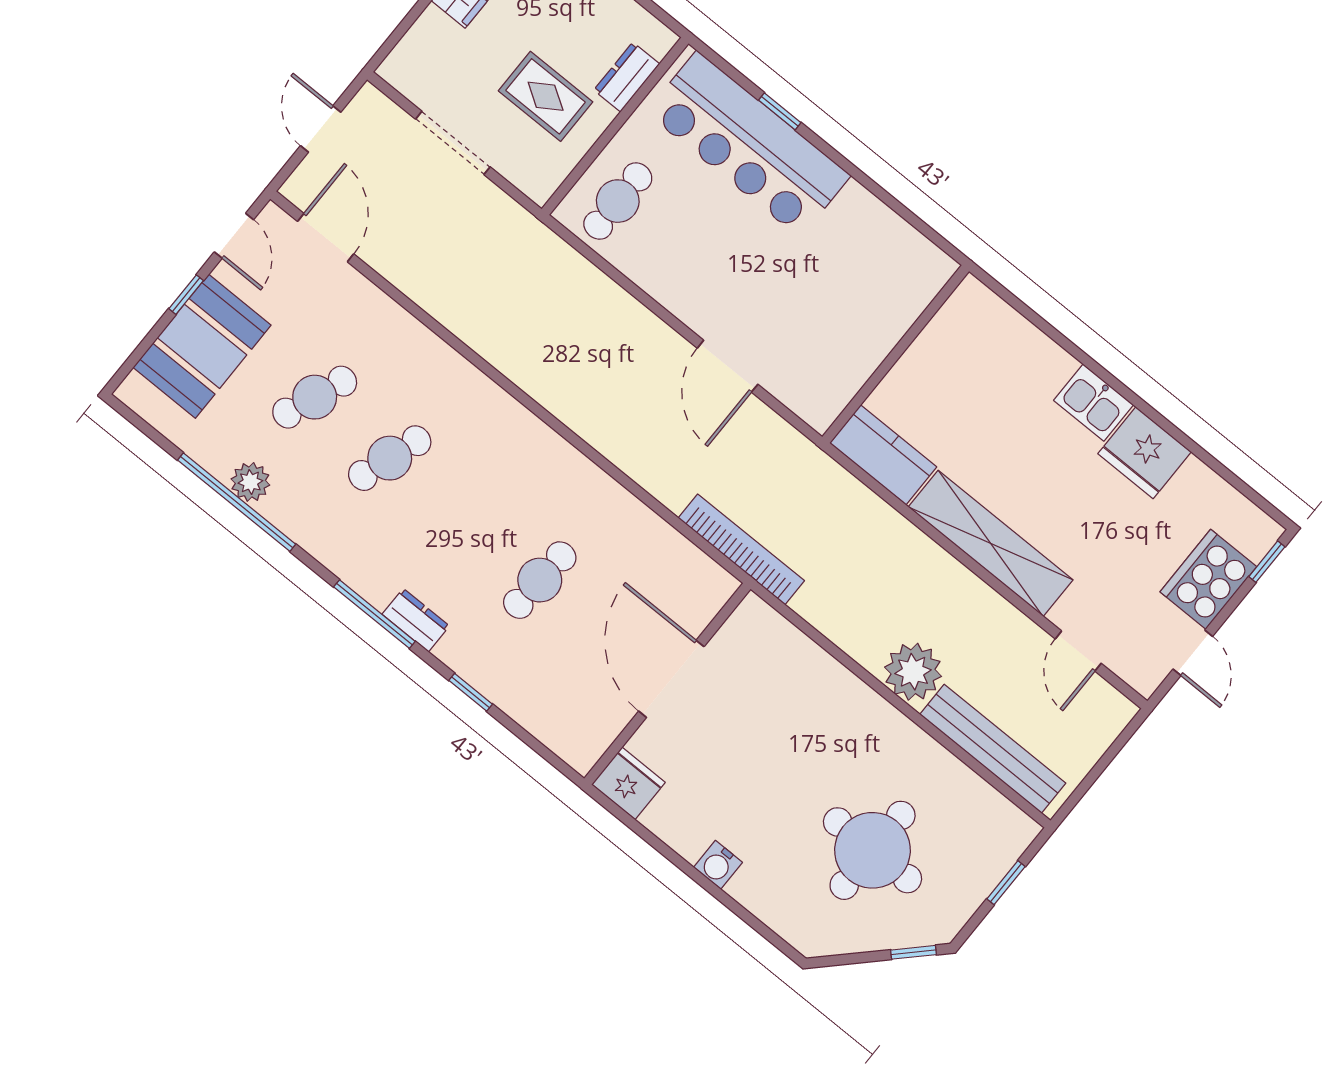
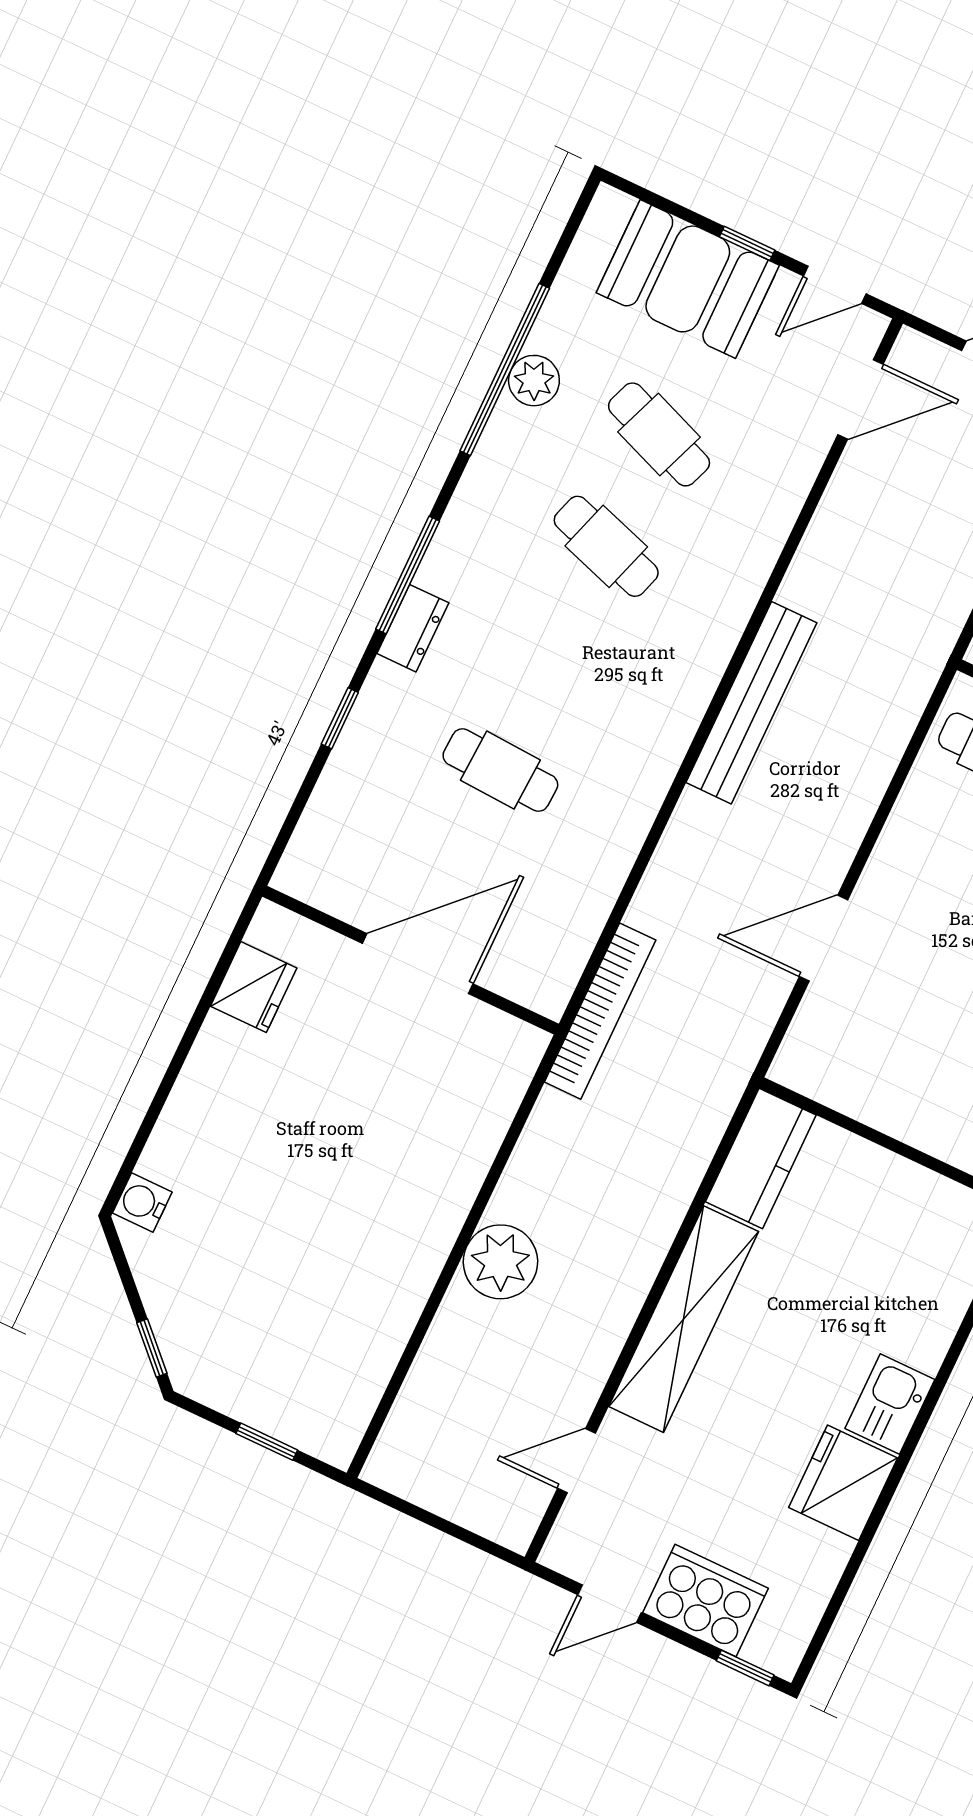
bench: (993, 749) -> (751, 703), moved
fridge: (628, 783) -> (254, 987), moved
round table: (873, 850) -> (266, 1266), removed
water cooler: (718, 865) -> (142, 1202), moved

